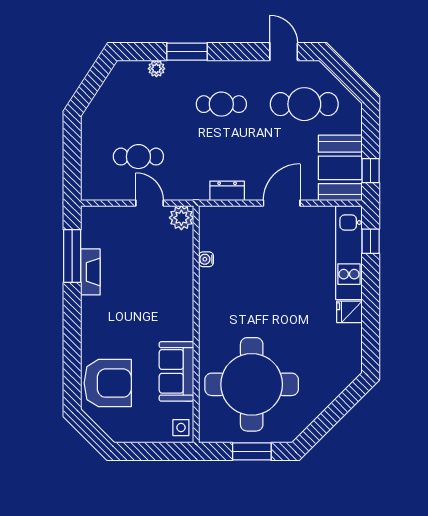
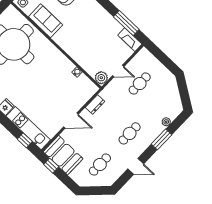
door: (284, 52) -> (136, 166), moved
cafe table: (304, 104) -> (100, 165), width x0.73, depth x0.74
door: (282, 203) -> (71, 121), hinge flipped
fireplace: (90, 272) -> (130, 40), moved

